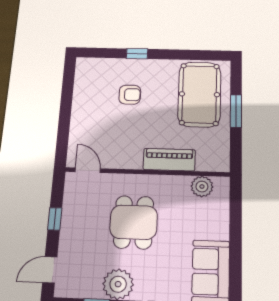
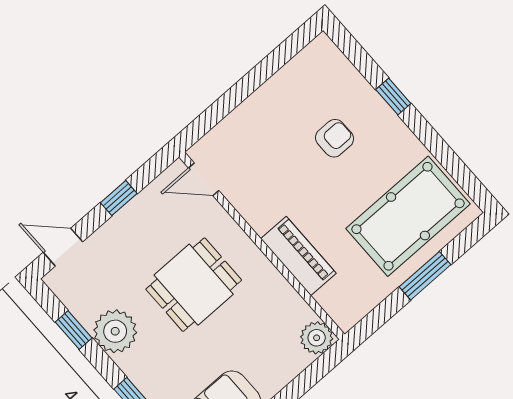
armchair: (130, 95) -> (335, 138), turned -90
door: (88, 170) -> (204, 179), swing flipped
plant: (202, 187) -> (317, 338), moved

